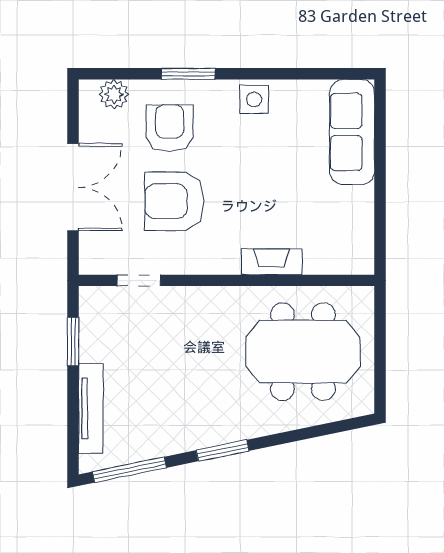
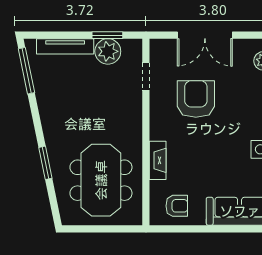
armchair: (170, 128) -> (177, 206), moved, width x0.72, depth x0.72
plant: (99, 341) -> (108, 51), added
window: (223, 451) -> (45, 163), moved

